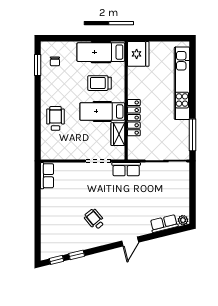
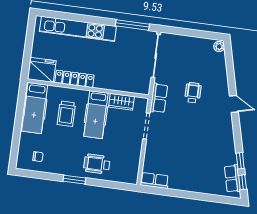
window: (38, 65) -> (74, 180), moved
locker: (134, 118) -> (74, 79), moved
wheelchair: (94, 219) -> (193, 93), moved, turned 130
row of seats: (164, 224) -> (232, 179), moved

